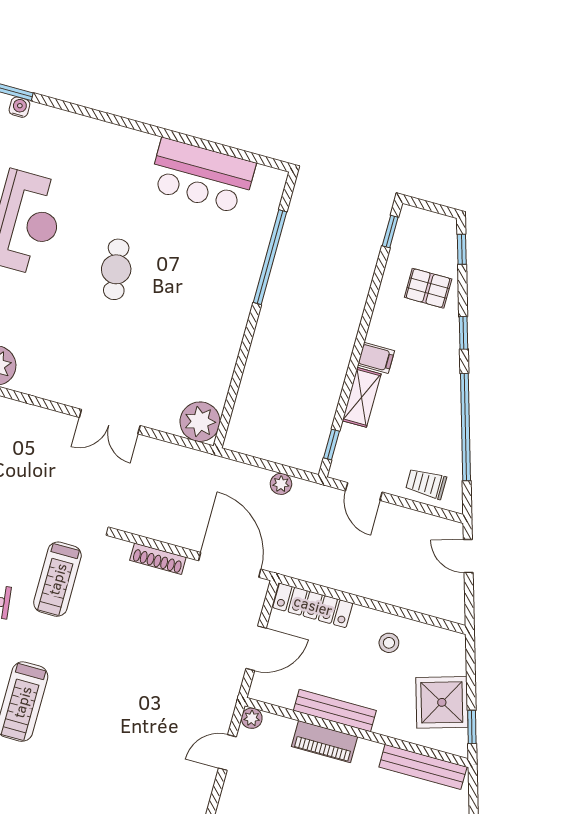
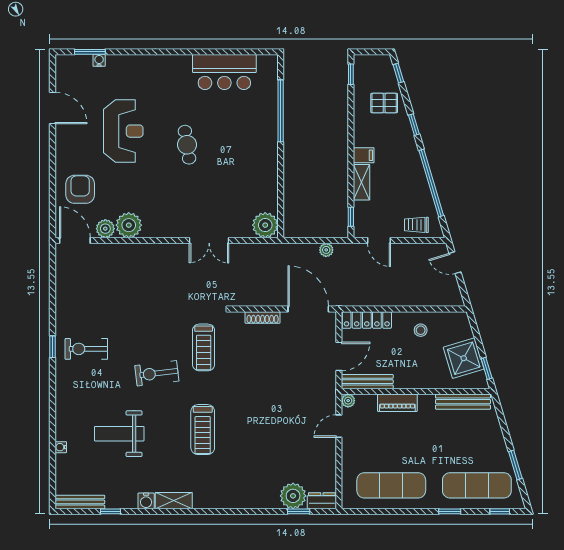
bench: (335, 711) -> (367, 382), moved

